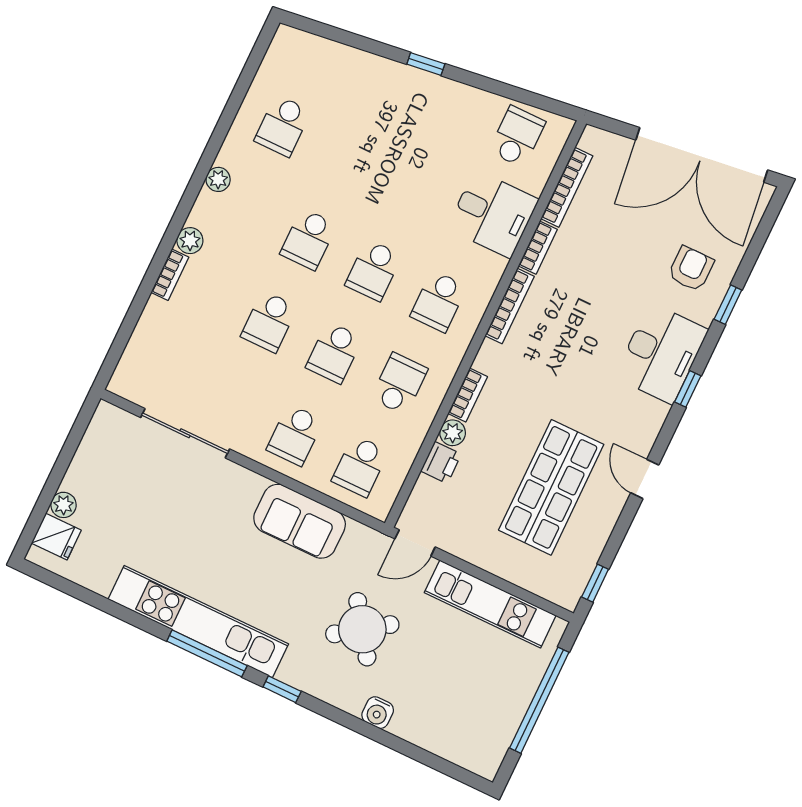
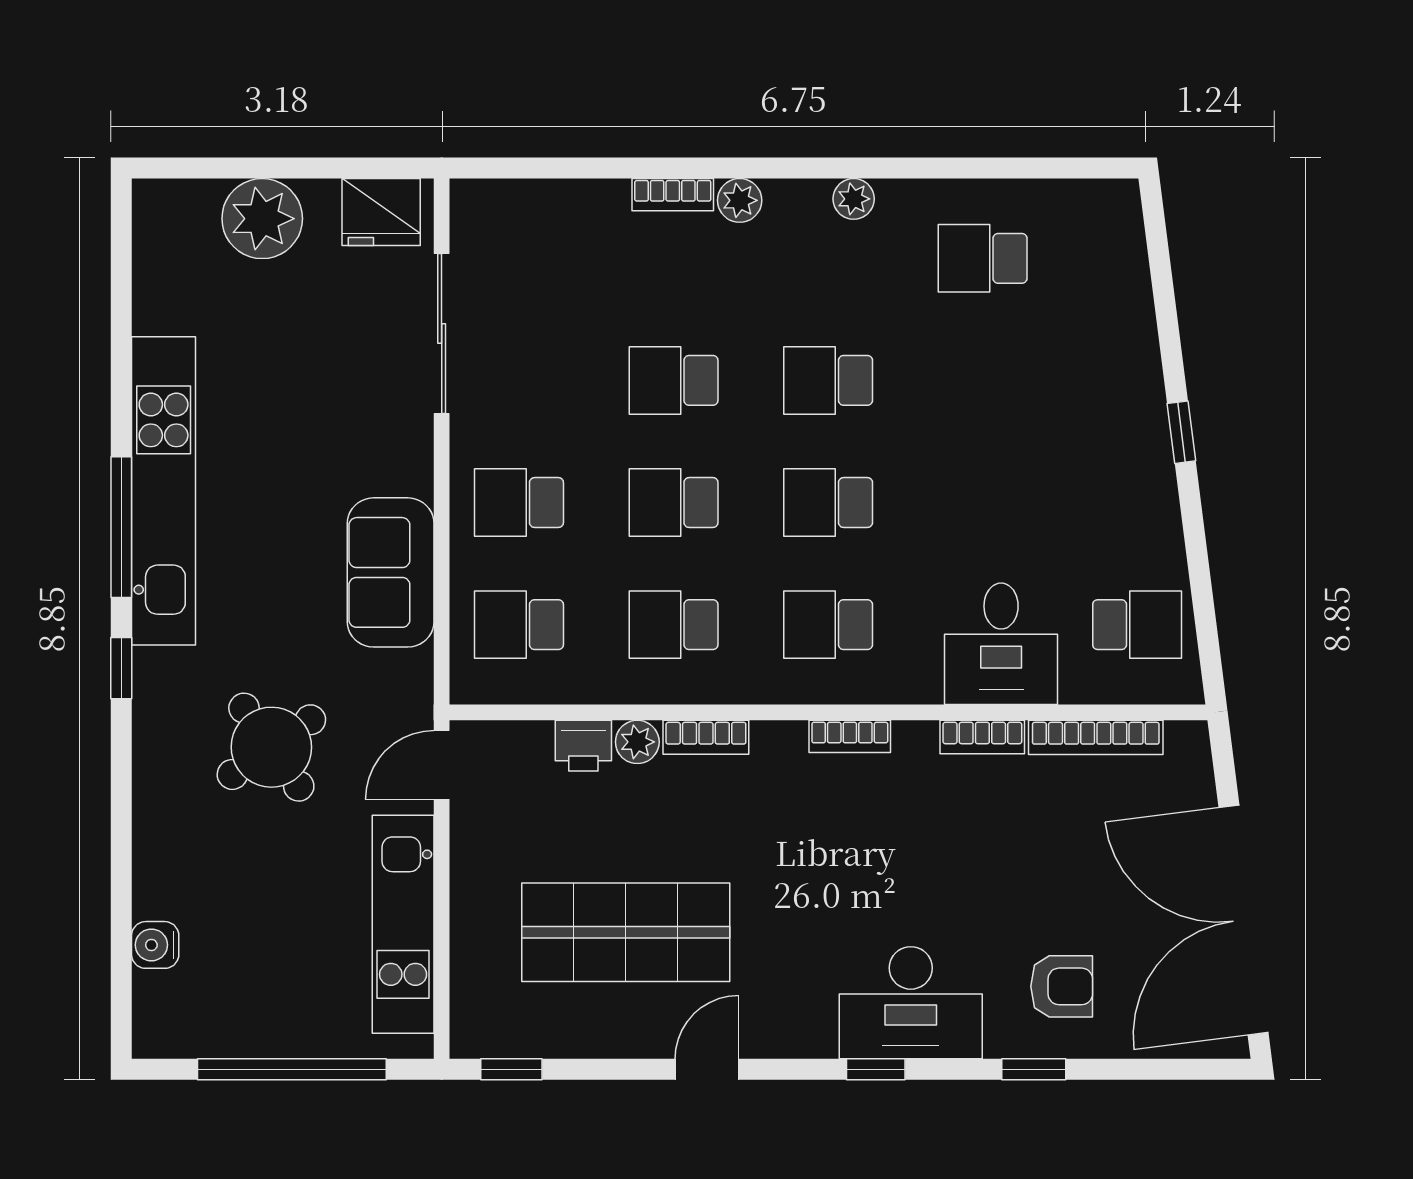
bookcase: (510, 306) -> (850, 736), width x0.64
school desk: (399, 384) -> (674, 625), turned 180
plant: (63, 505) -> (262, 219), width x1.88, depth x1.88
fridge: (56, 537) -> (381, 212), moved, width x1.38
door: (415, 543) -> (442, 765), hinge flipped
water cooler: (378, 713) -> (155, 945), moved

